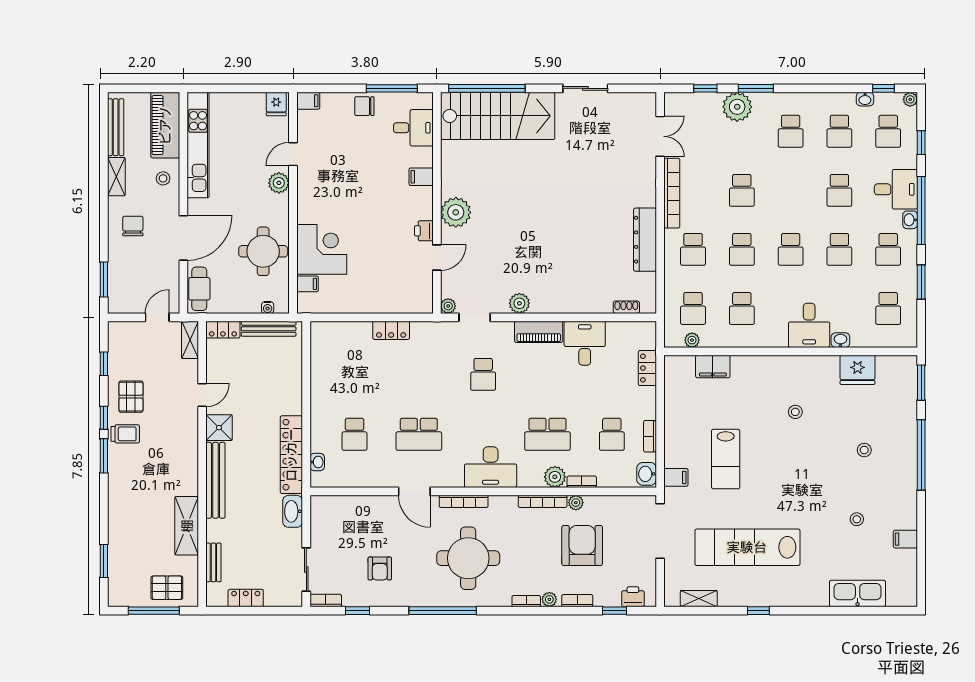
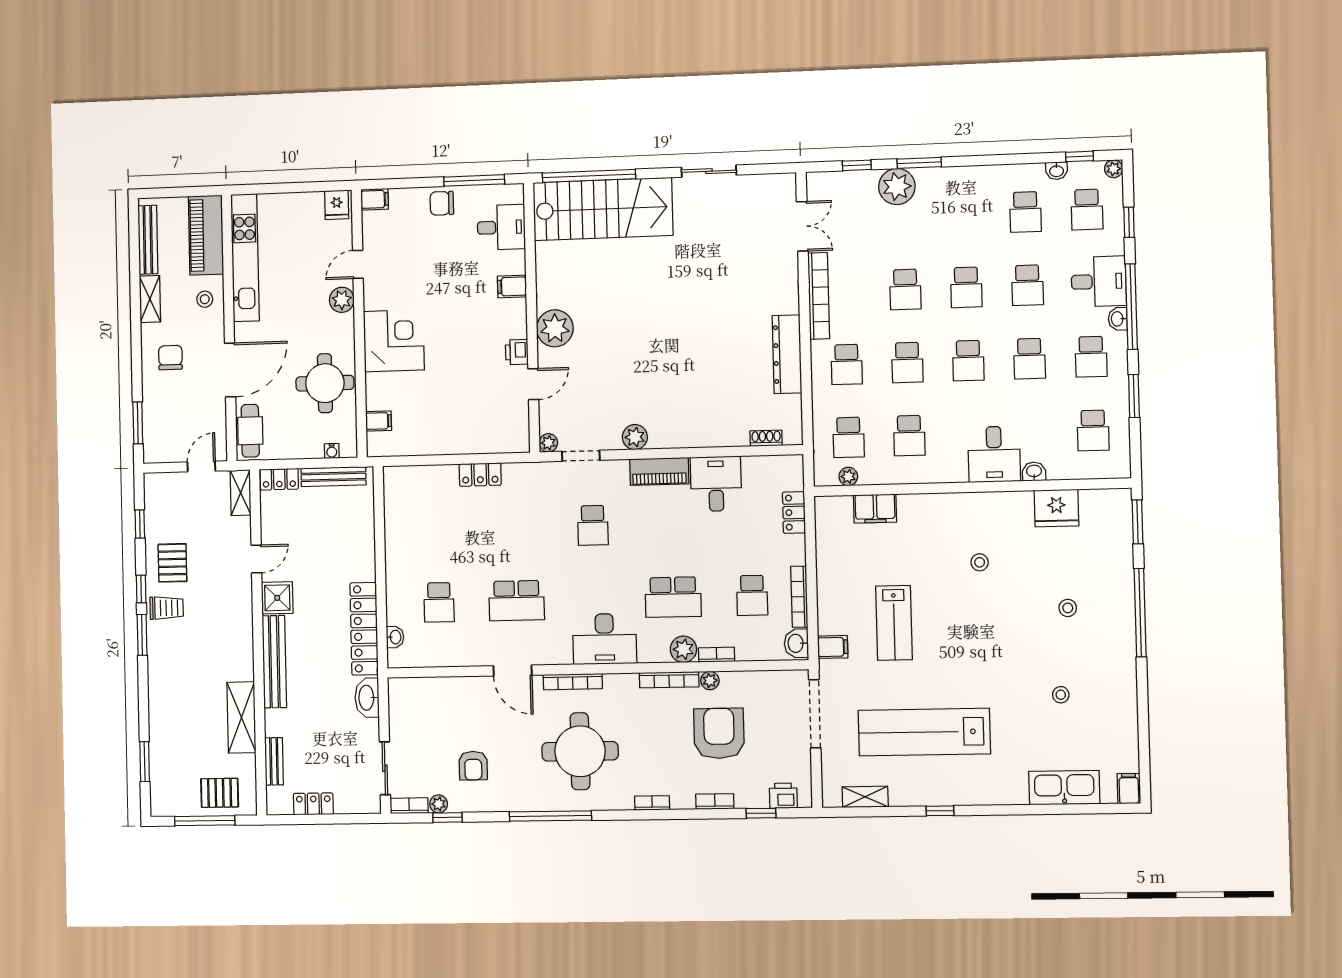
school desk: (791, 131) -> (966, 287), moved
corner desk: (322, 249) -> (394, 341), moved
bookcase: (650, 436) -> (799, 597), width x1.56
filing cabinet: (905, 539) -> (1129, 788), moved, turned 90
plant: (549, 599) -> (439, 804), moved

